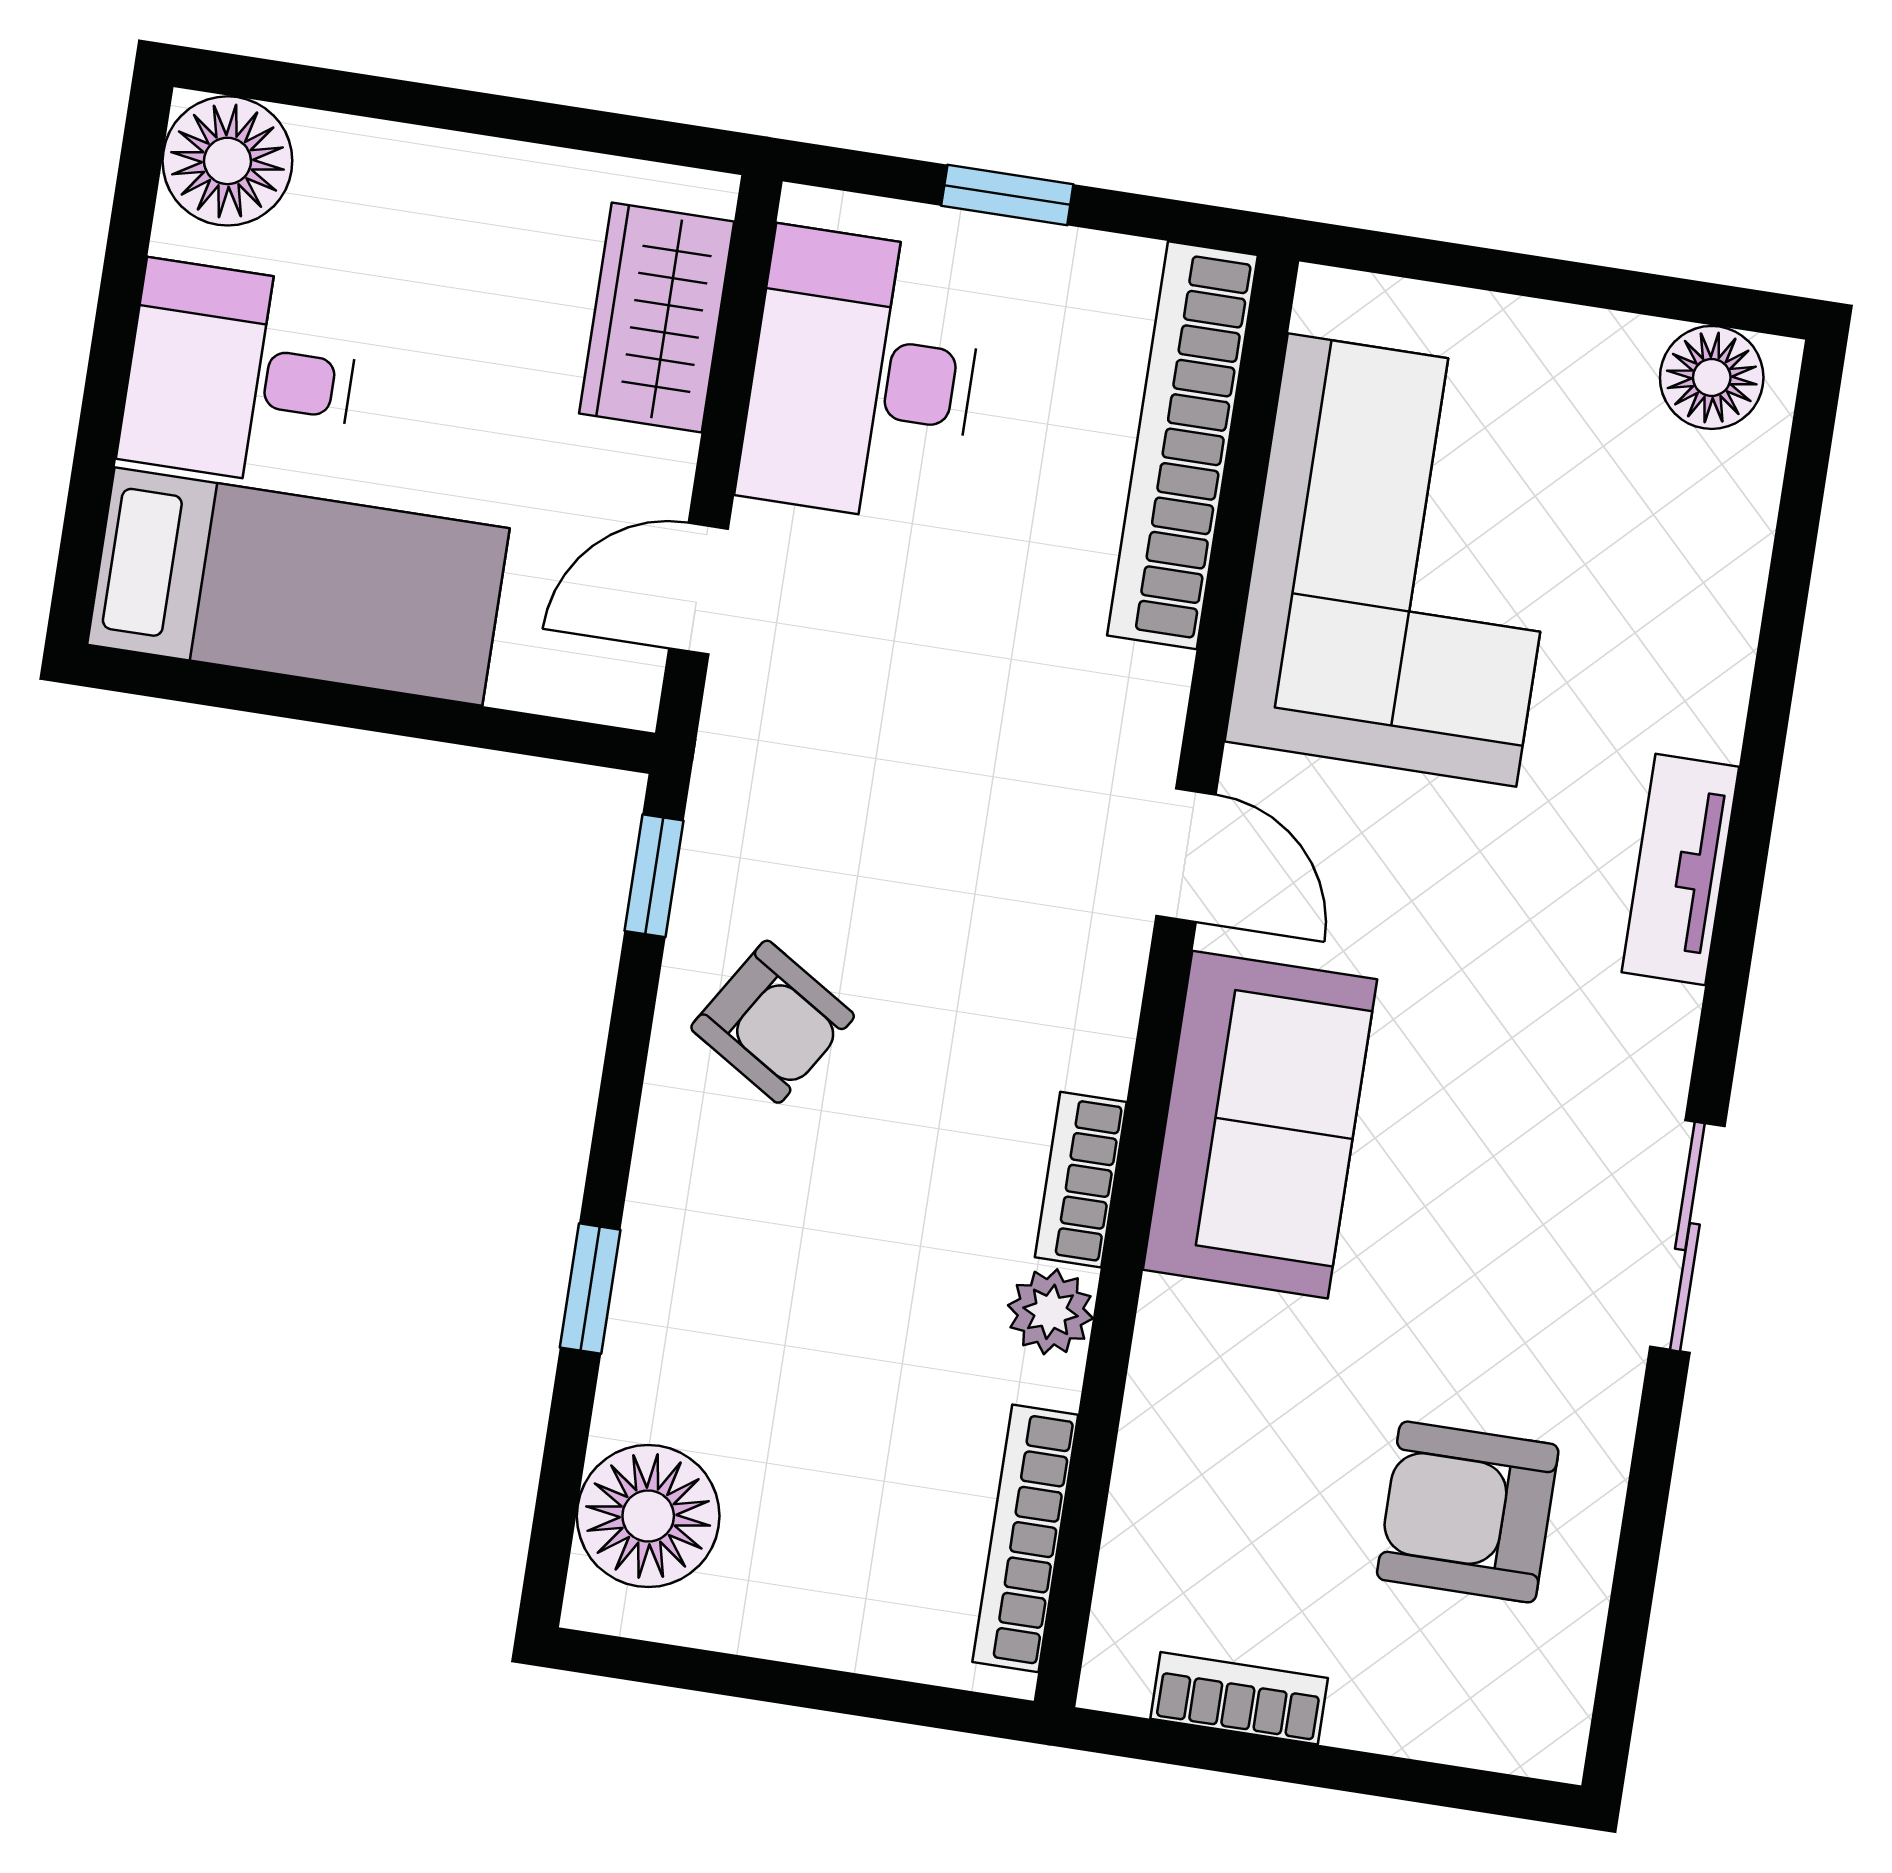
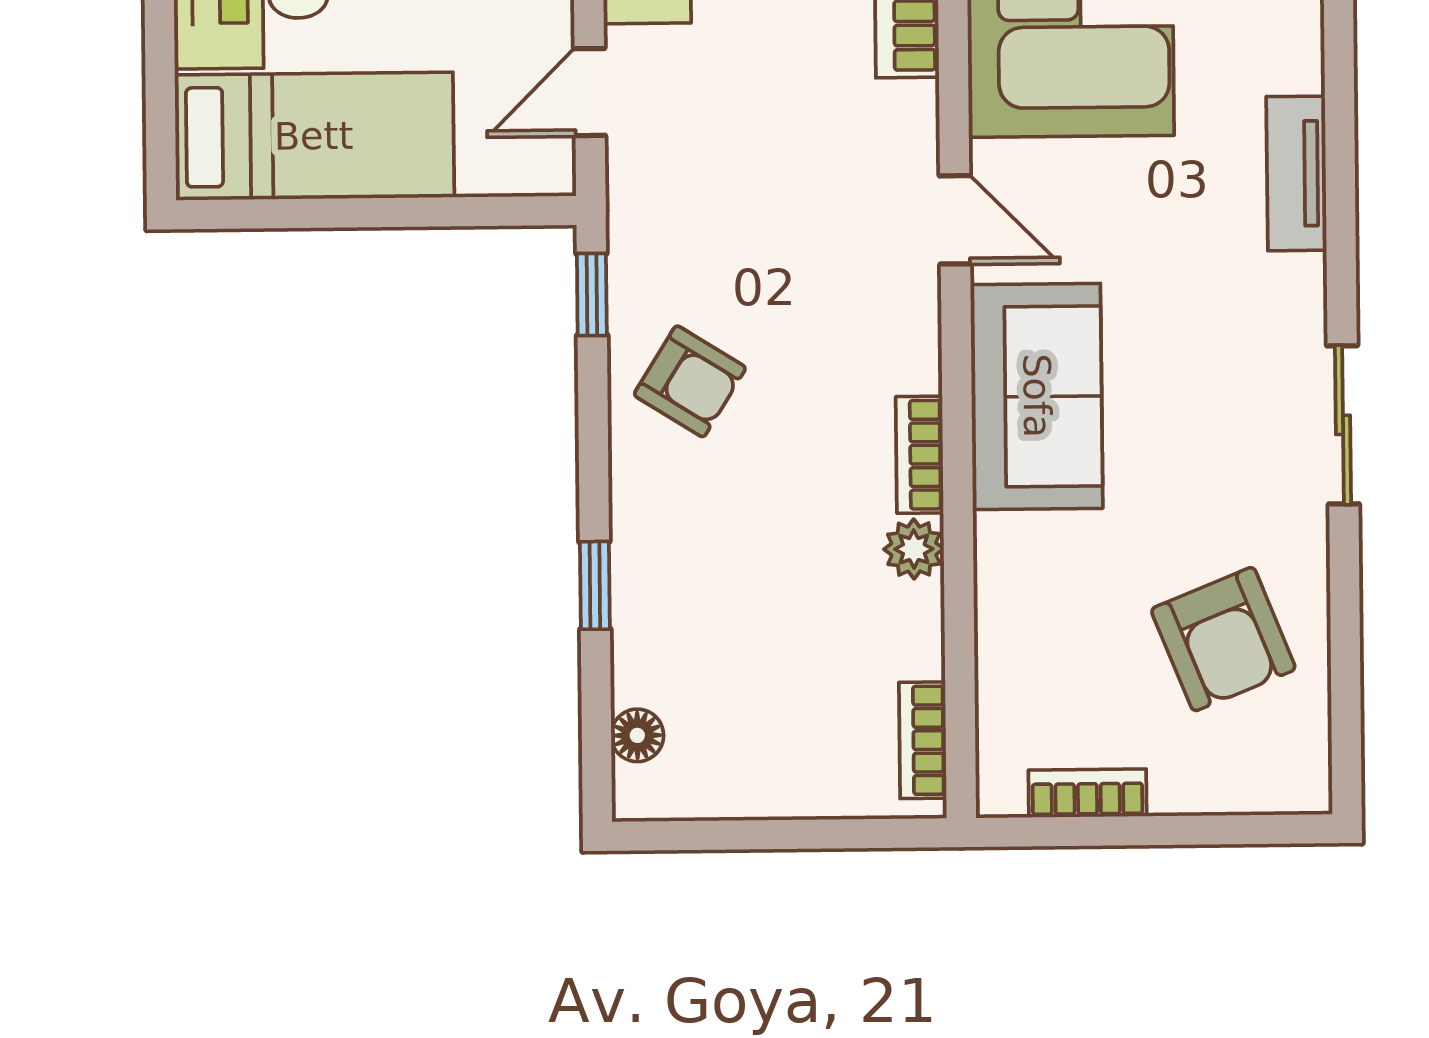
armchair: (1468, 1512) -> (1223, 639), turned -112
floor lamp: (648, 1516) -> (637, 735), width x0.53, depth x0.53
bookcase: (1025, 1538) -> (923, 740), width x0.64

